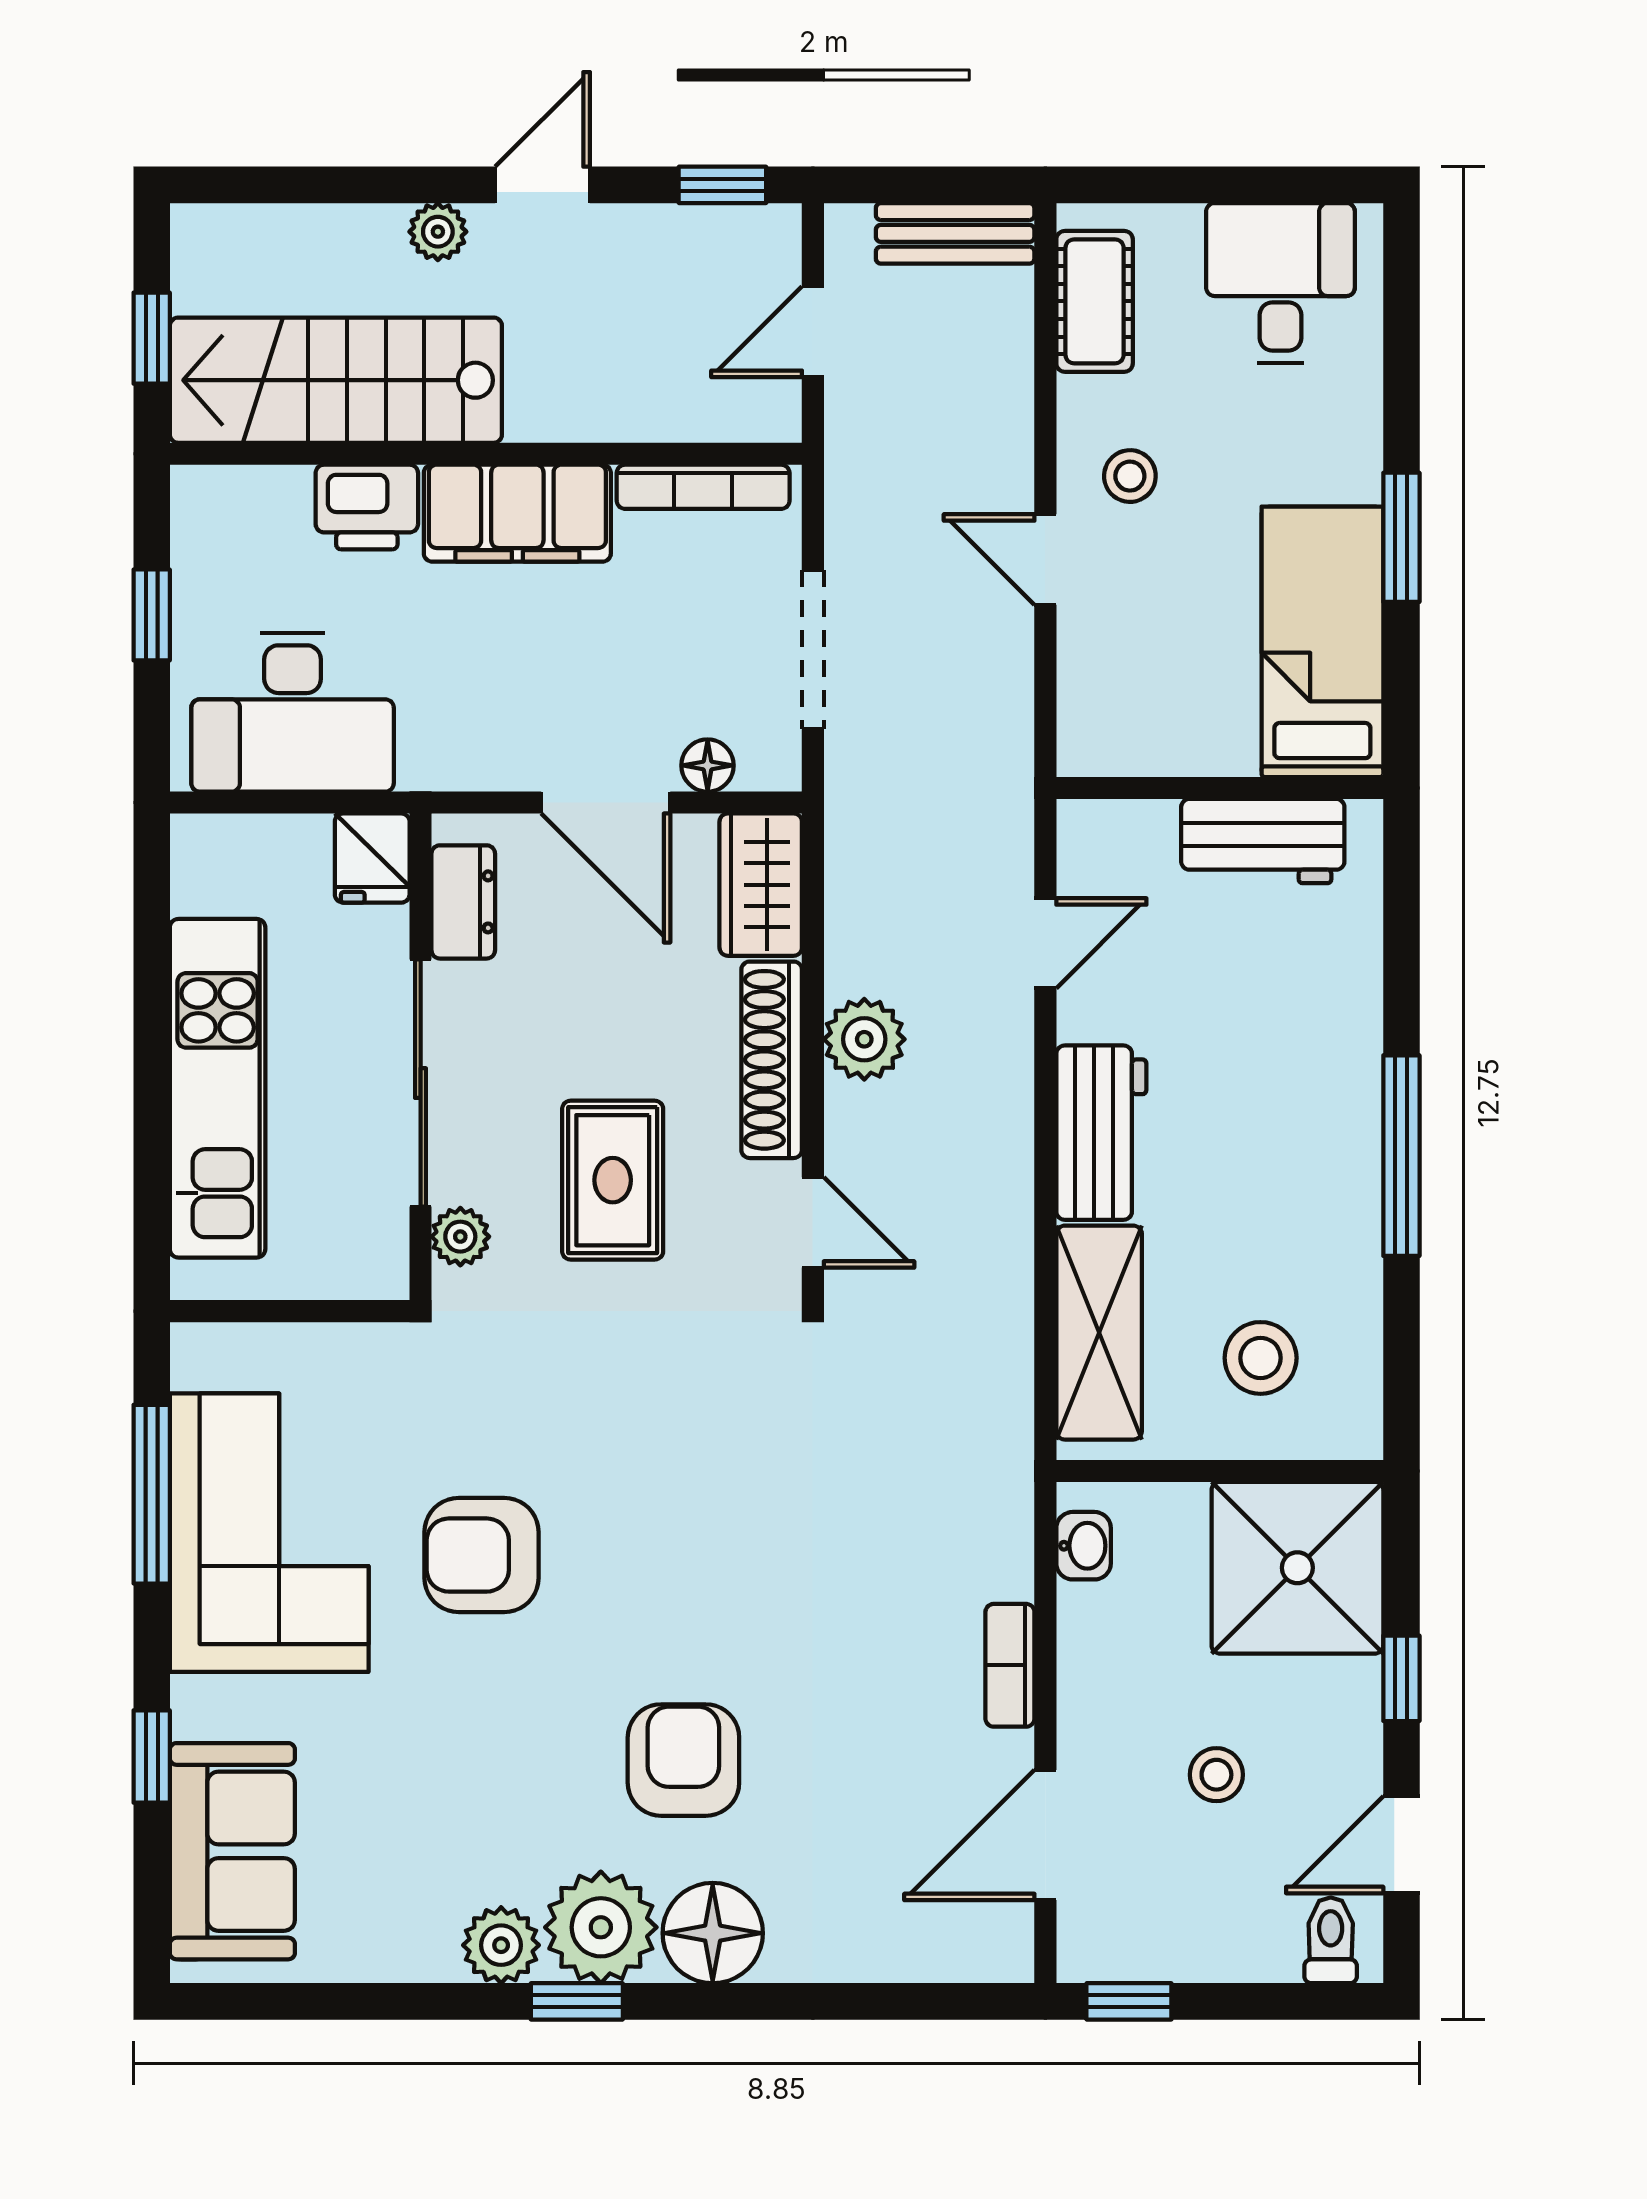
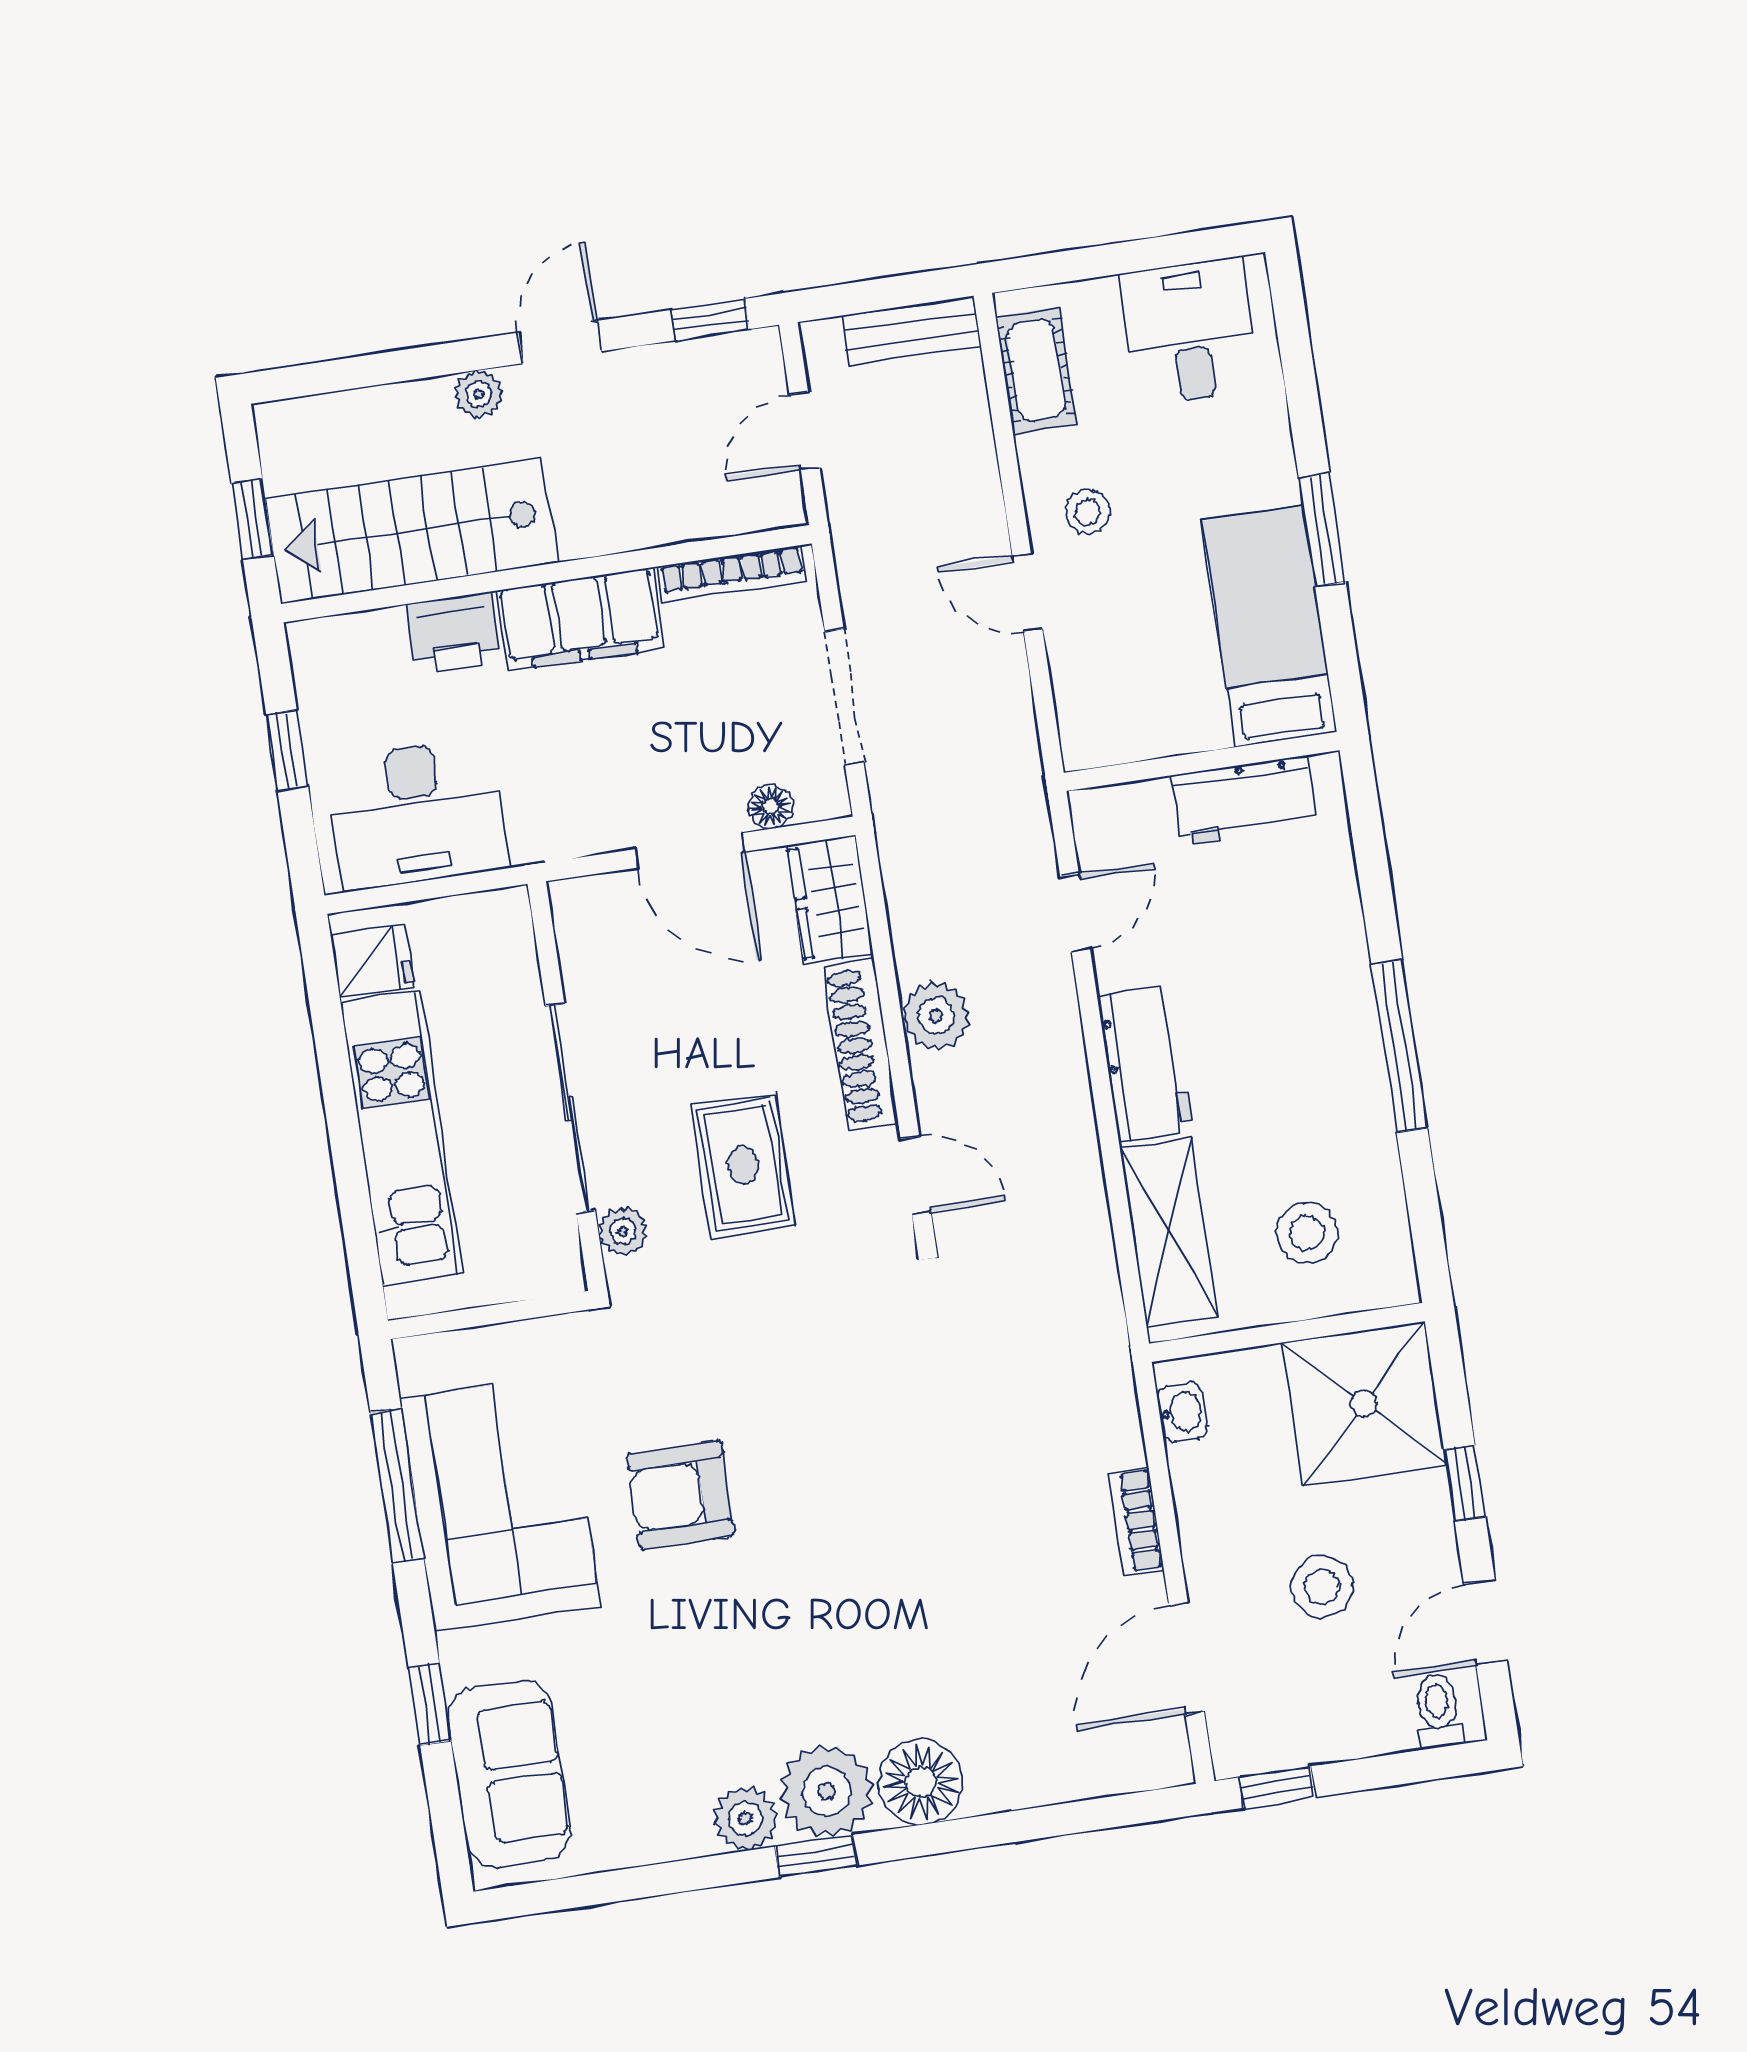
fridge: (372, 858) -> (372, 960), moved, turned -90
dresser: (463, 902) -> (583, 951), removed
armchair: (683, 1760) -> (875, 1641), removed
stool: (1216, 1775) -> (1322, 1587), width x1.37, depth x1.37

